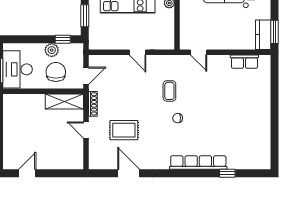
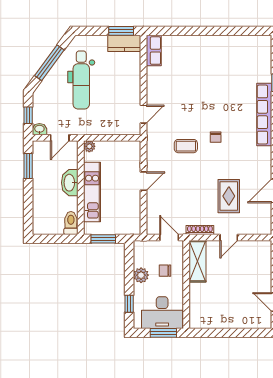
window: (63, 39) -> (129, 304), moved
row of seats: (244, 62) -> (154, 51), moved
chair: (56, 72) -> (165, 271), width x0.54, depth x0.54

